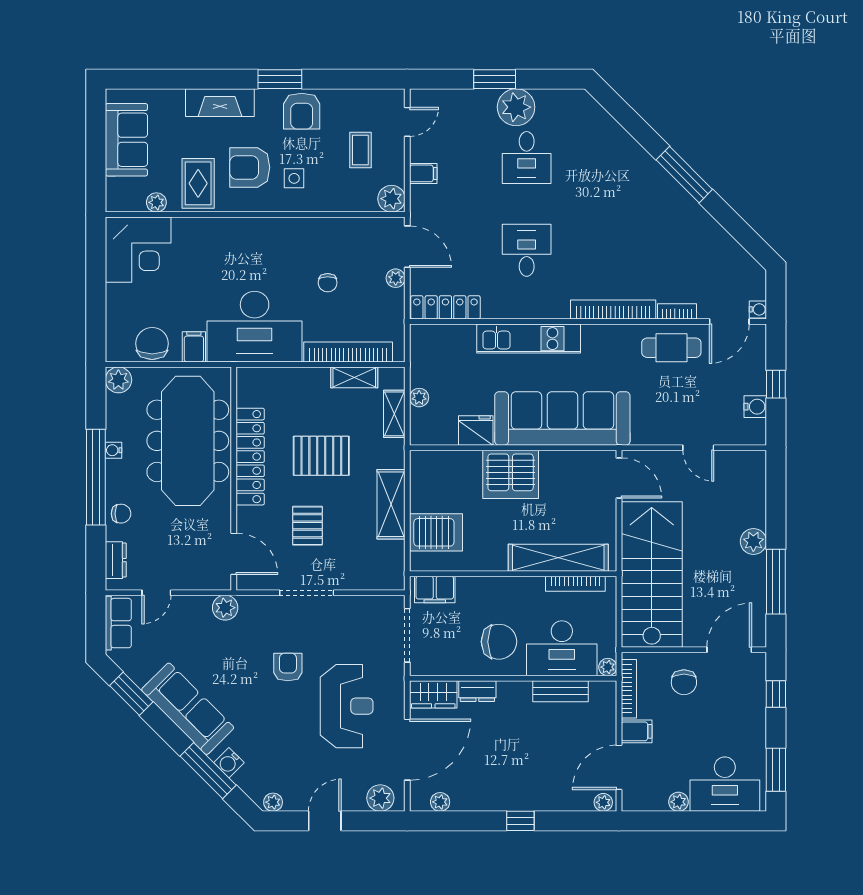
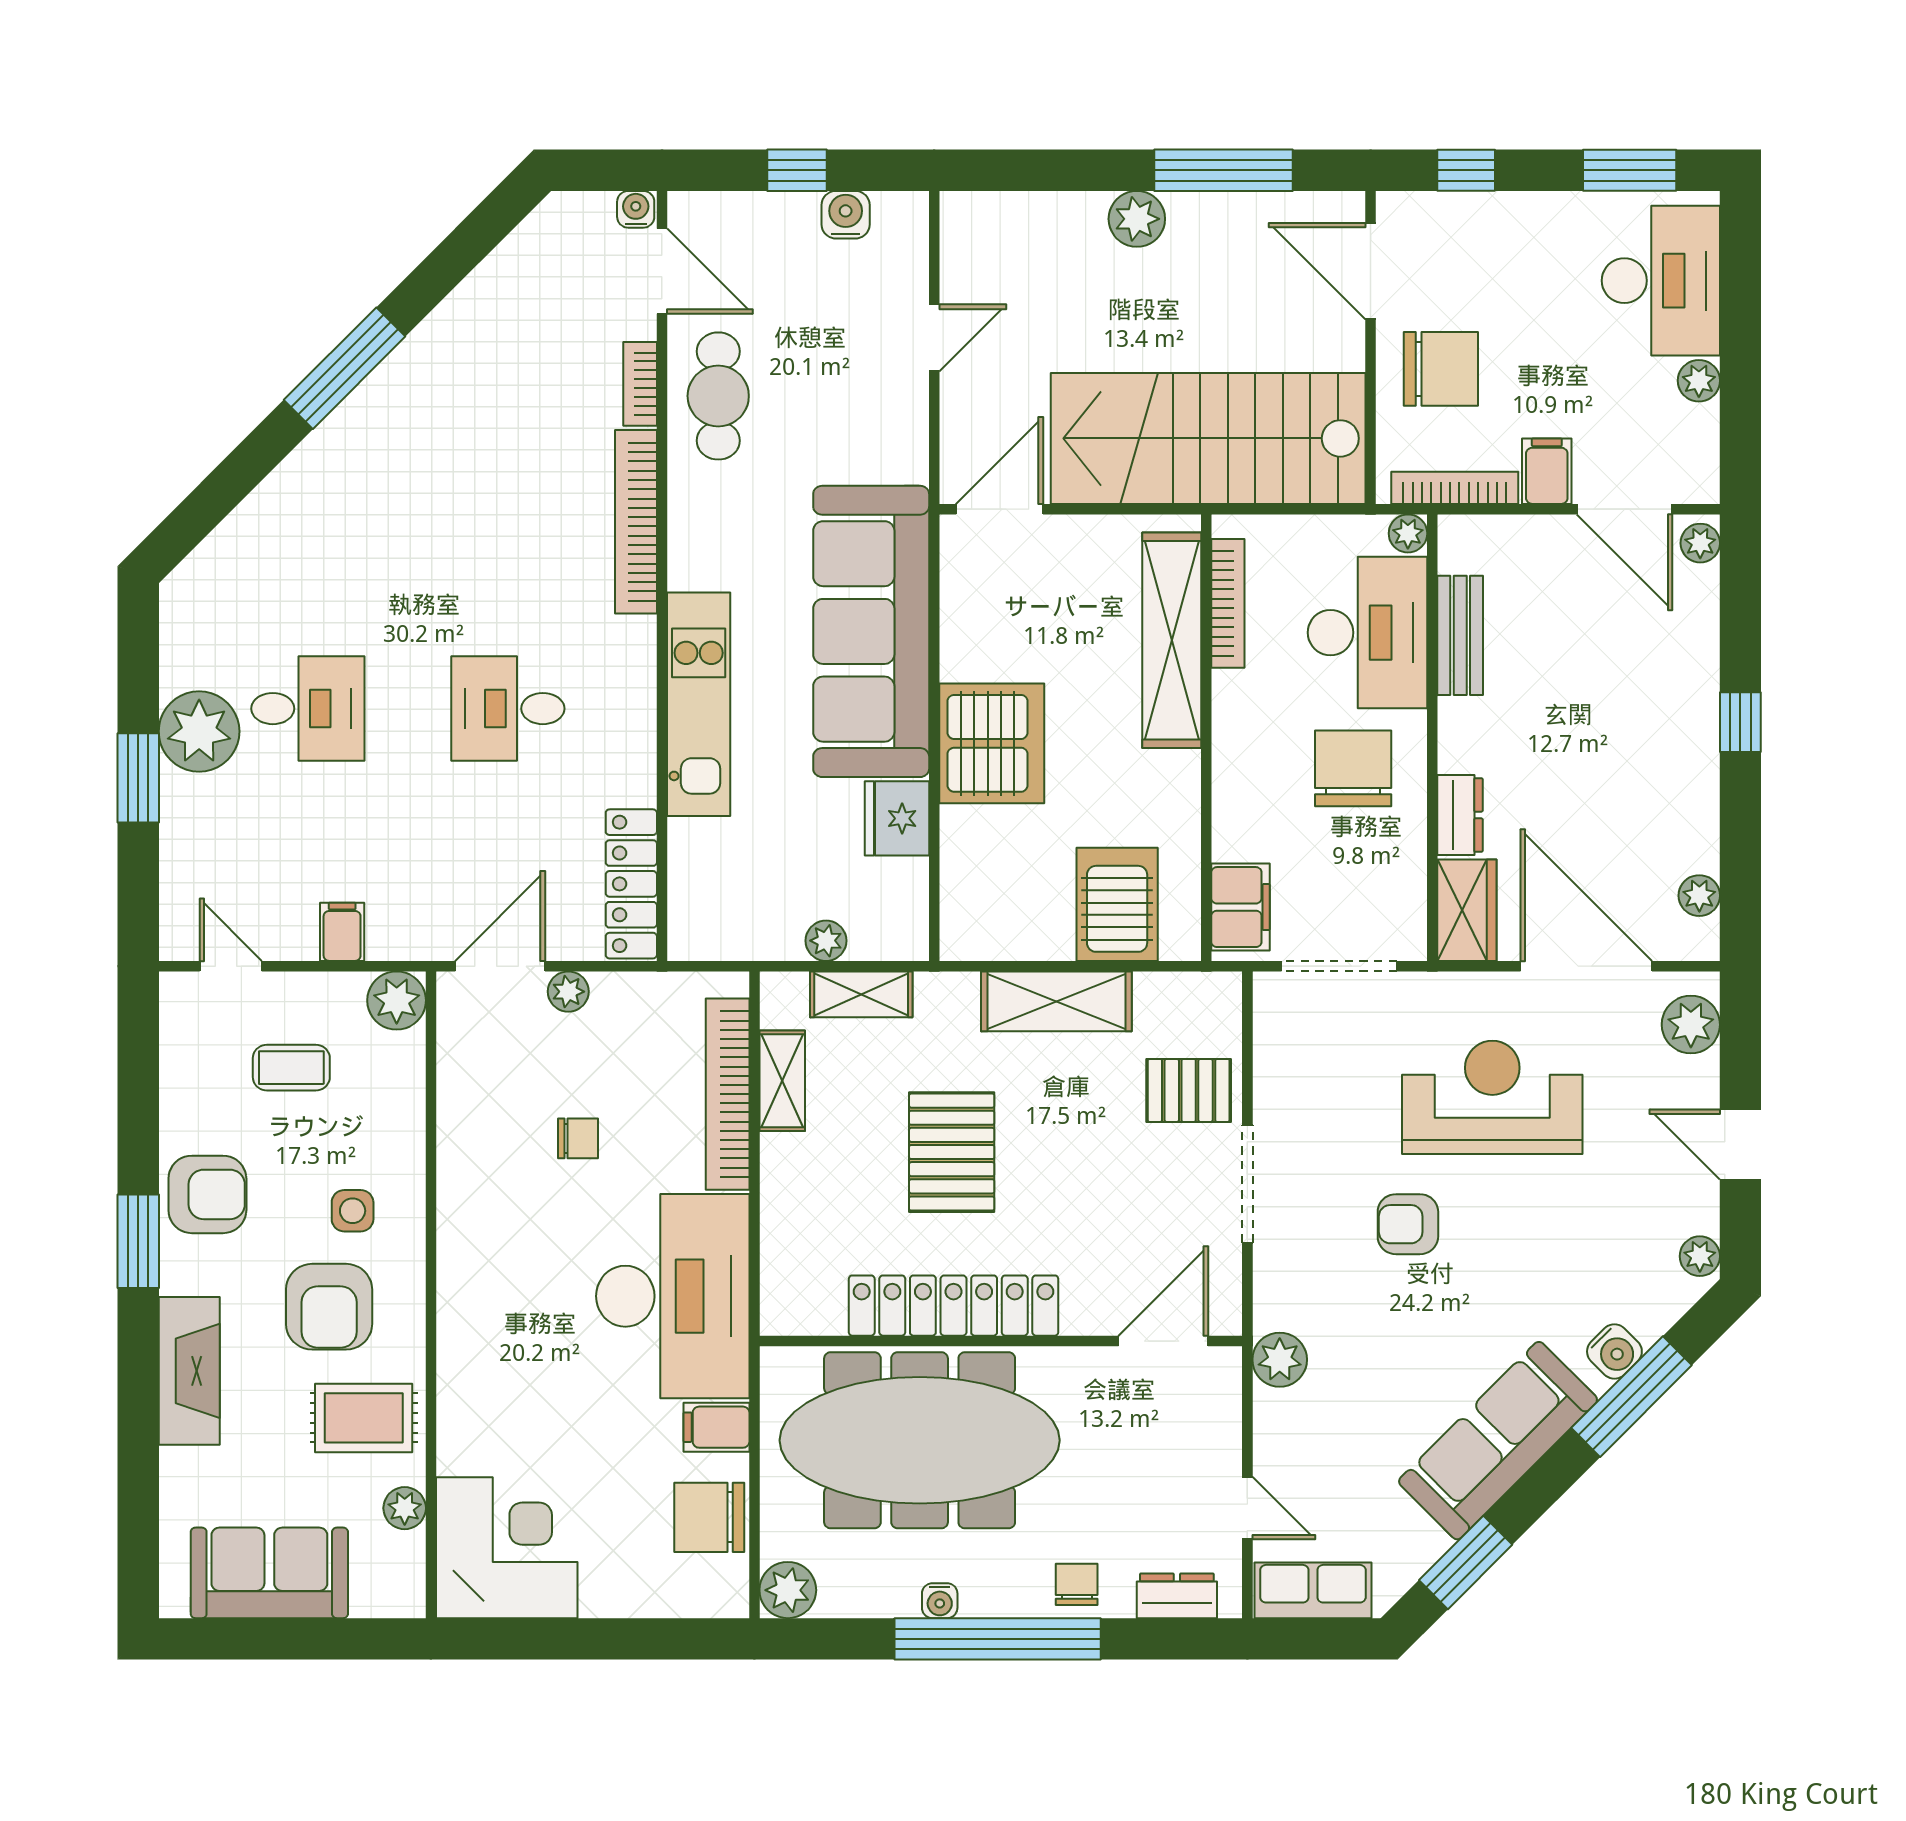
pallet: (307, 526) -> (1189, 1090), moved
chair: (684, 682) -> (1441, 369), width x1.37, depth x1.37

